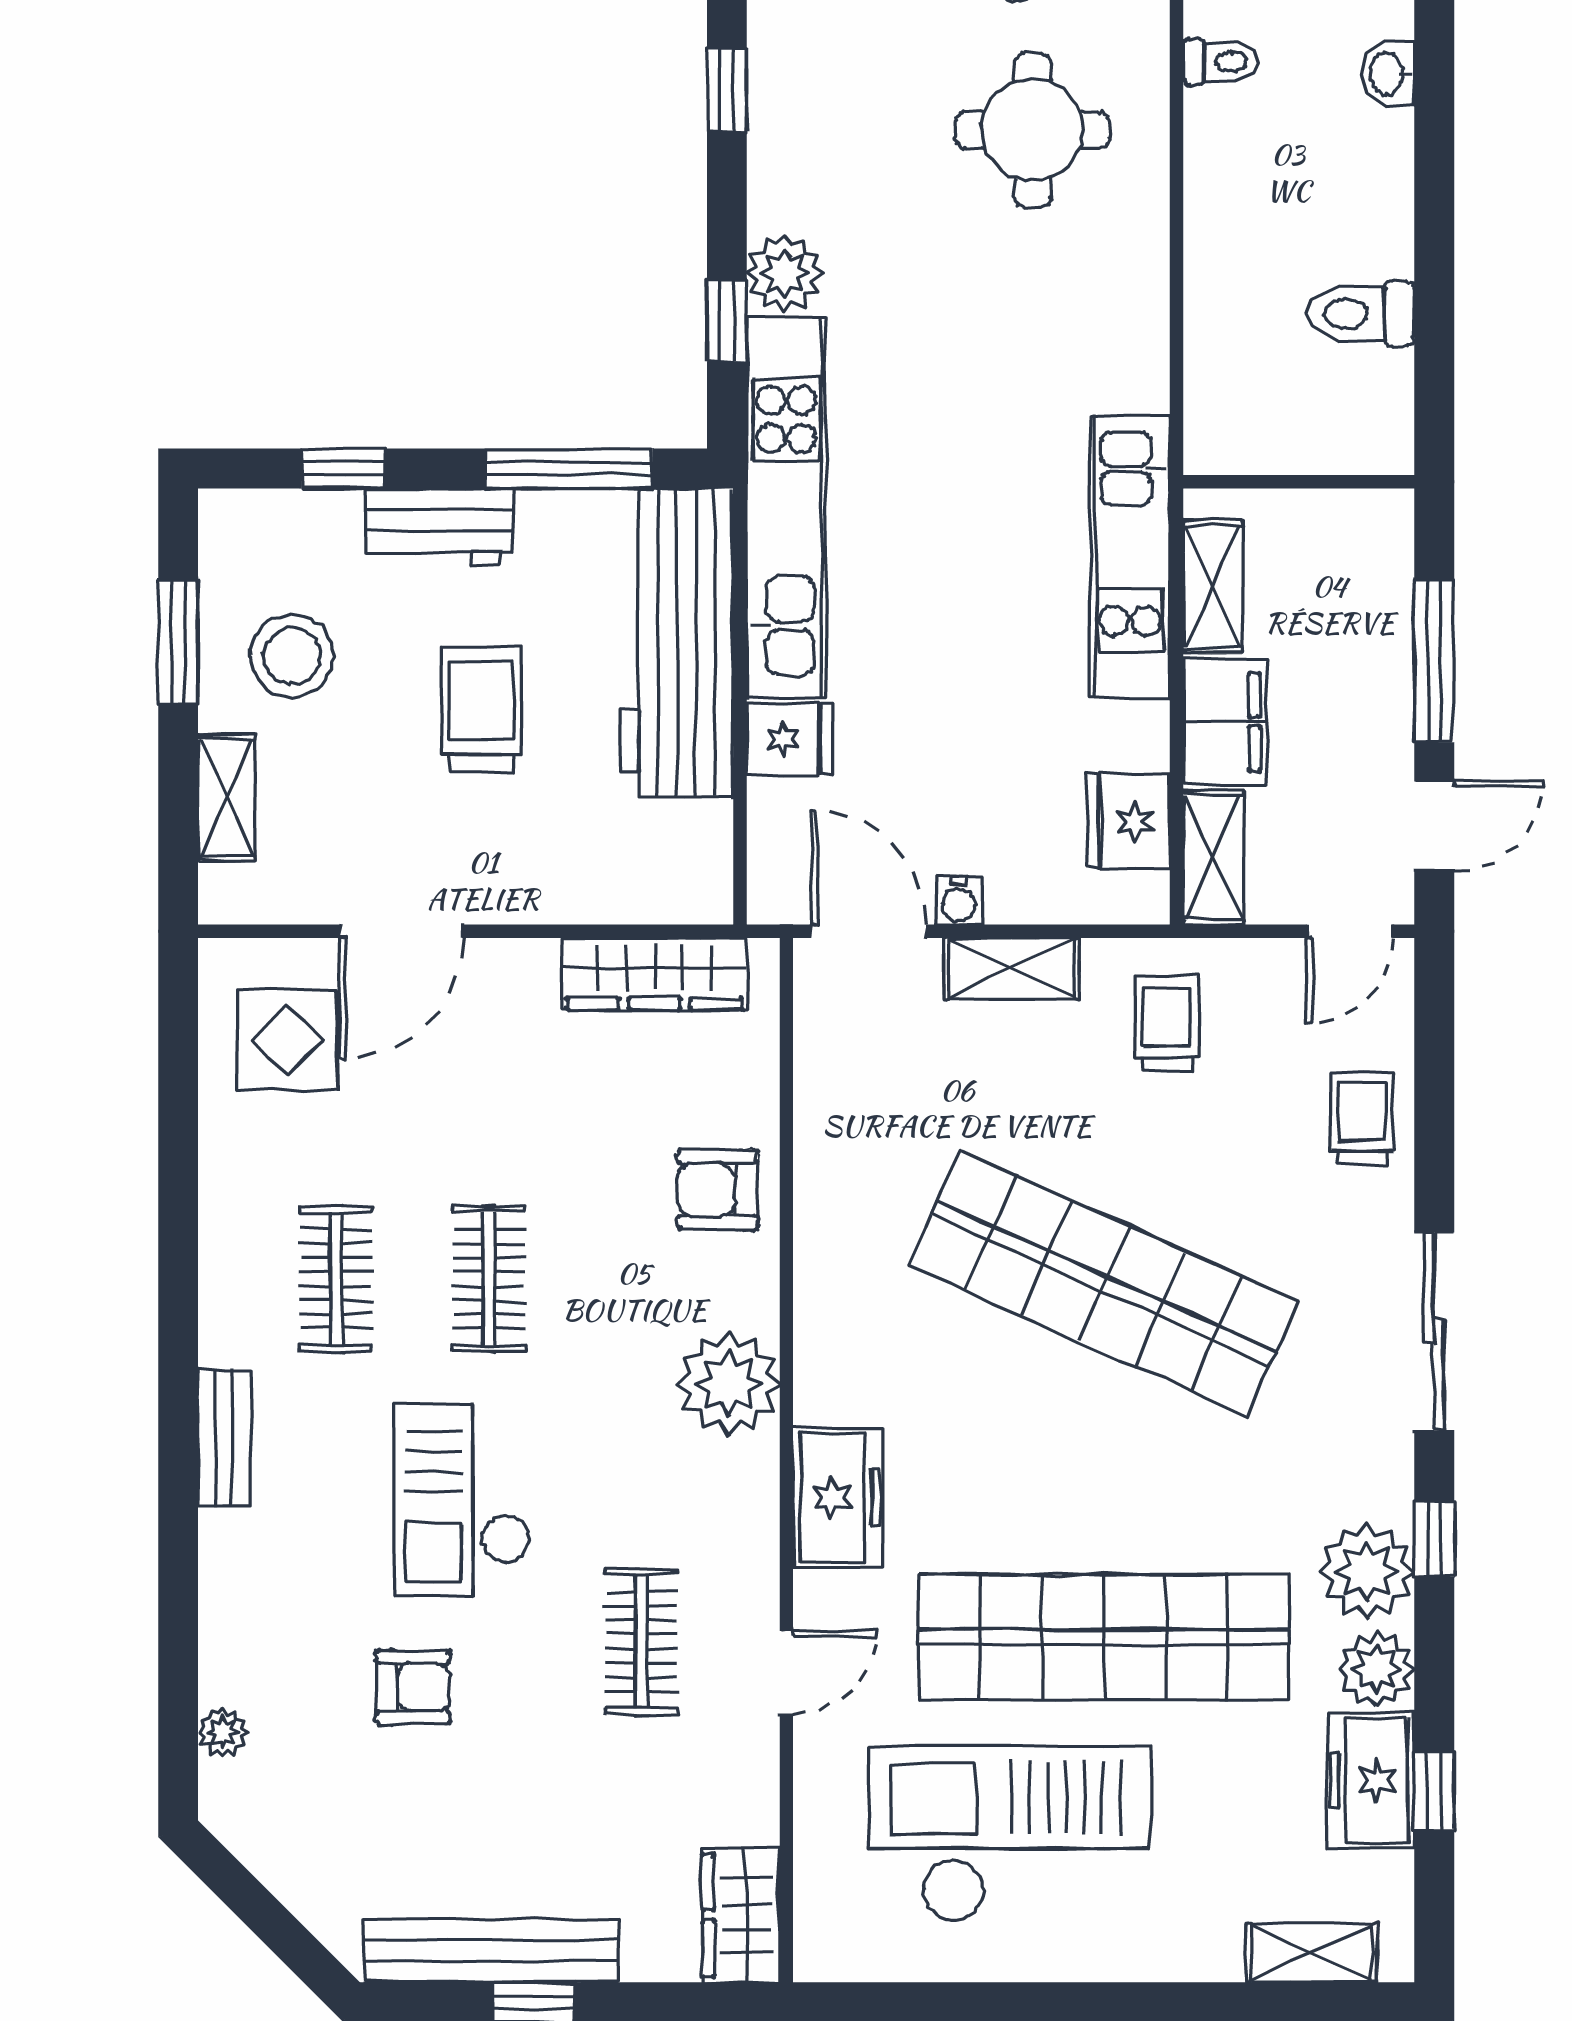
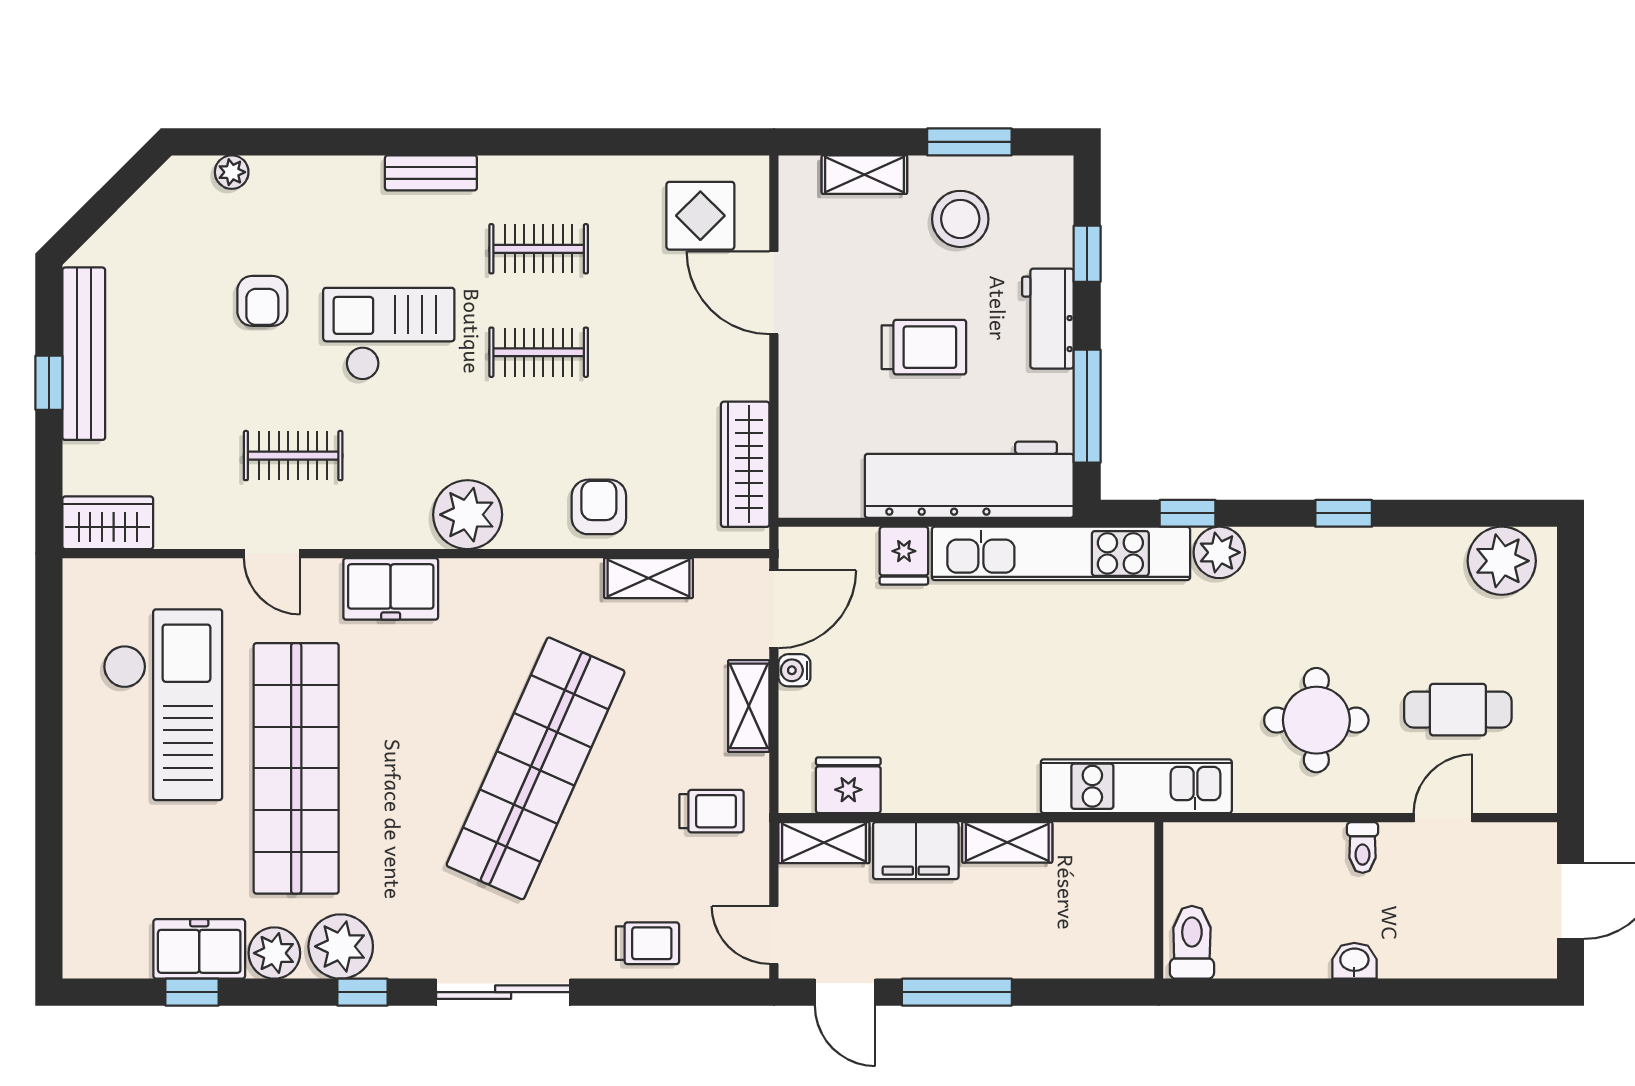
wall: (1299, 482) -> (1159, 900), moved
kitchen unit: (1130, 556) -> (1136, 786), moved
shelving: (1312, 1953) -> (648, 578), moved, turned 90

